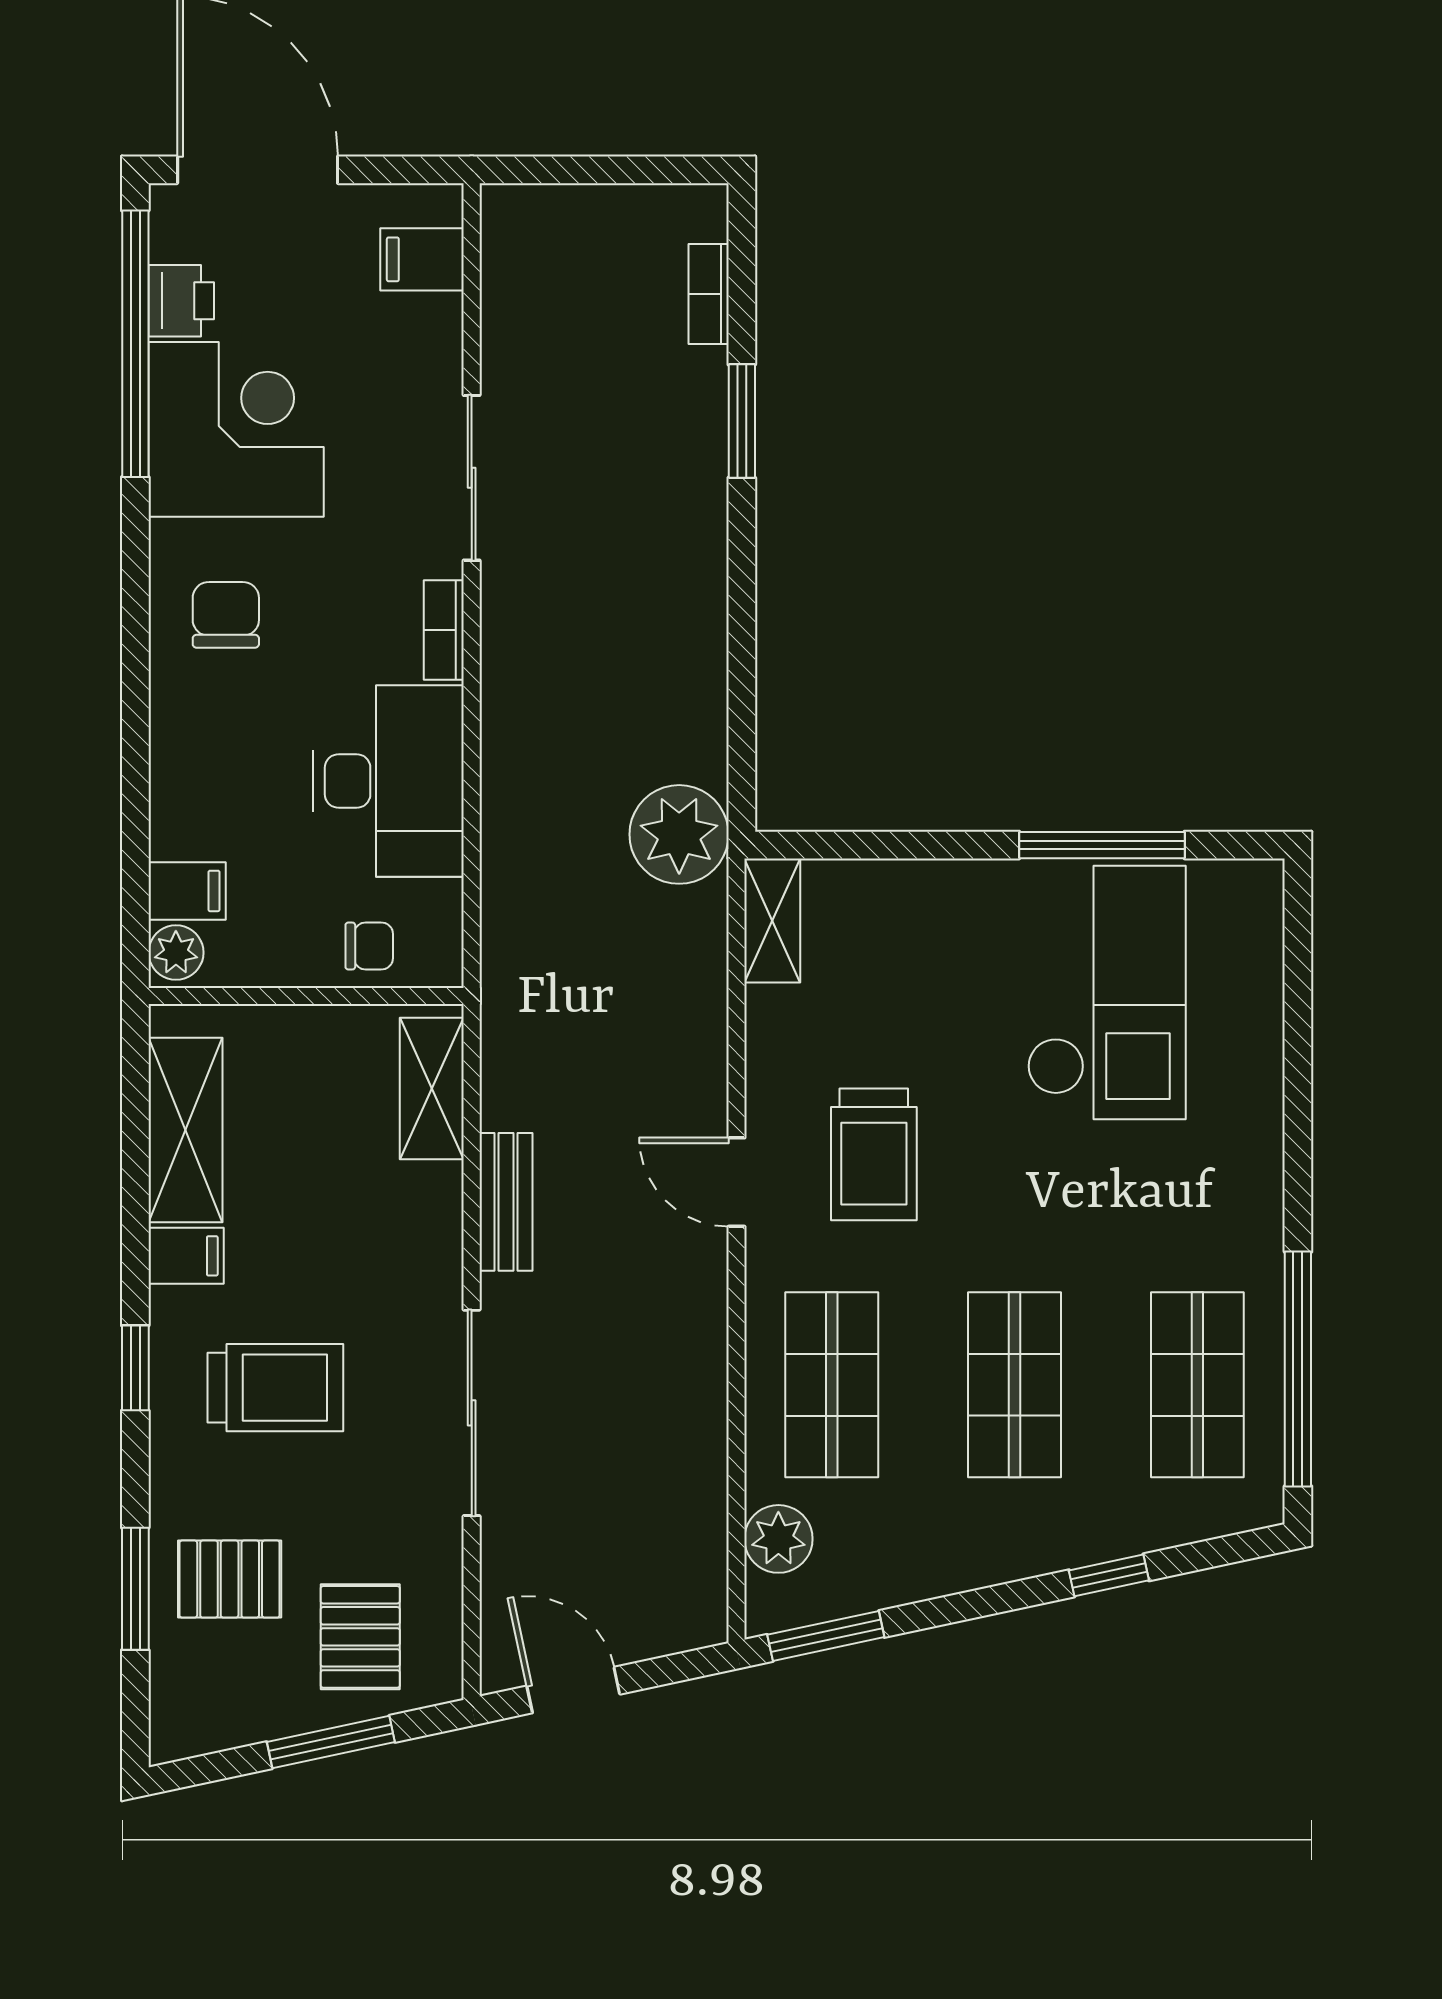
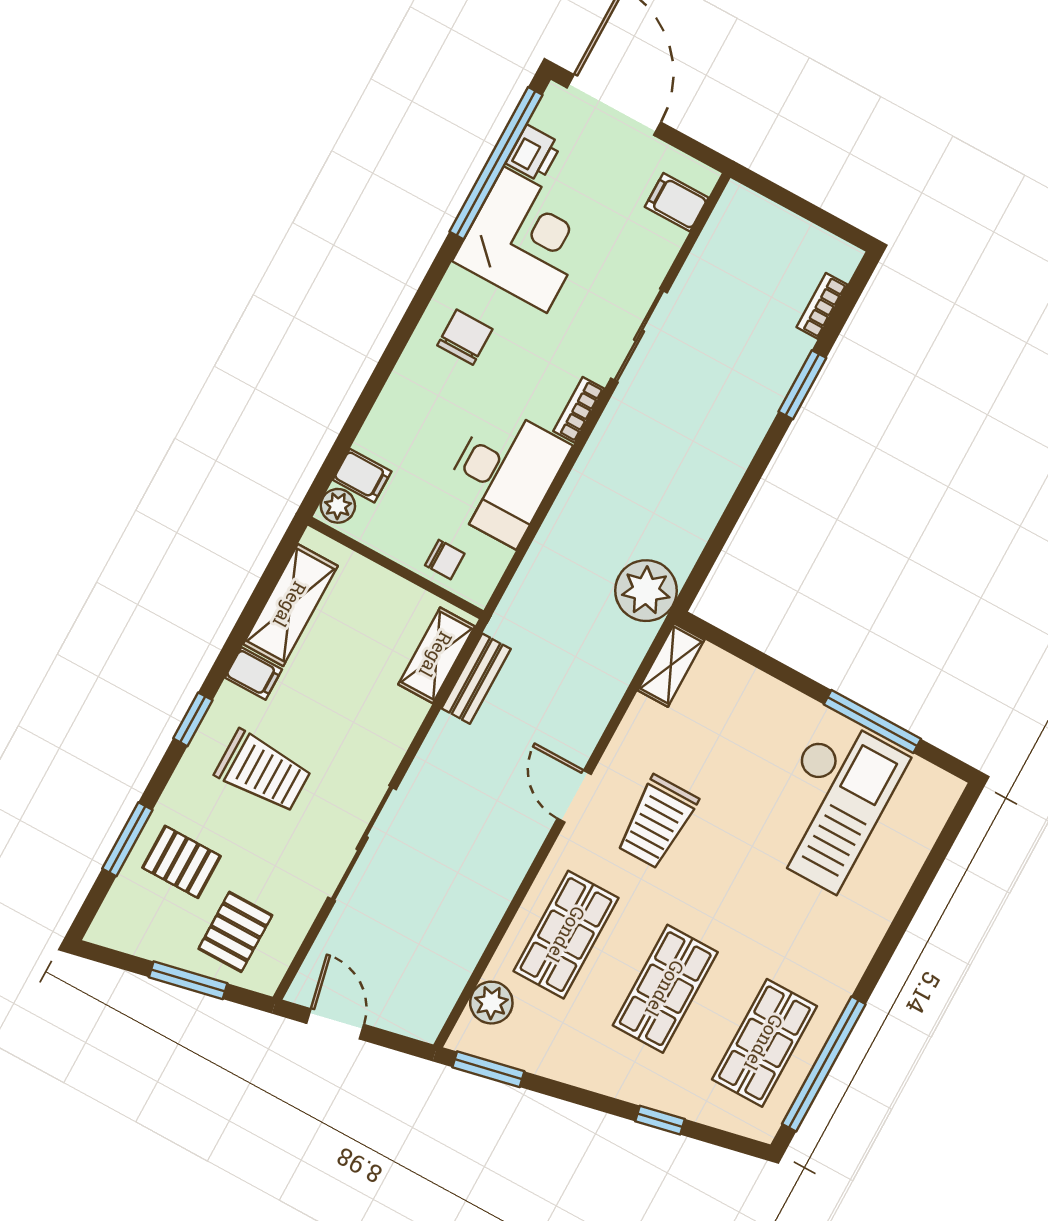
bench: (506, 1202) -> (476, 679), moved

